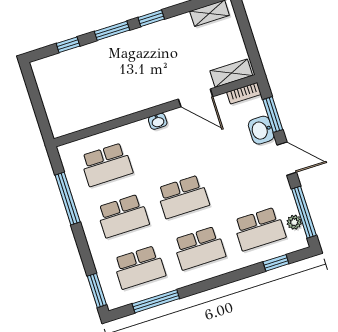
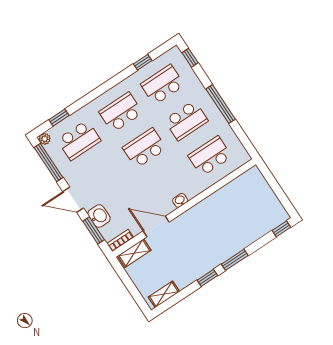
window: (68, 45) -> (281, 229), moved
window: (68, 199) -> (221, 104), moved
school desk: (123, 216) -> (186, 120), turned 180
plant: (294, 222) -> (45, 139), moved
school desk: (259, 229) -> (79, 140), turned 180
window: (97, 290) -> (190, 58), width x0.67
window: (156, 301) -> (143, 62), width x0.46

